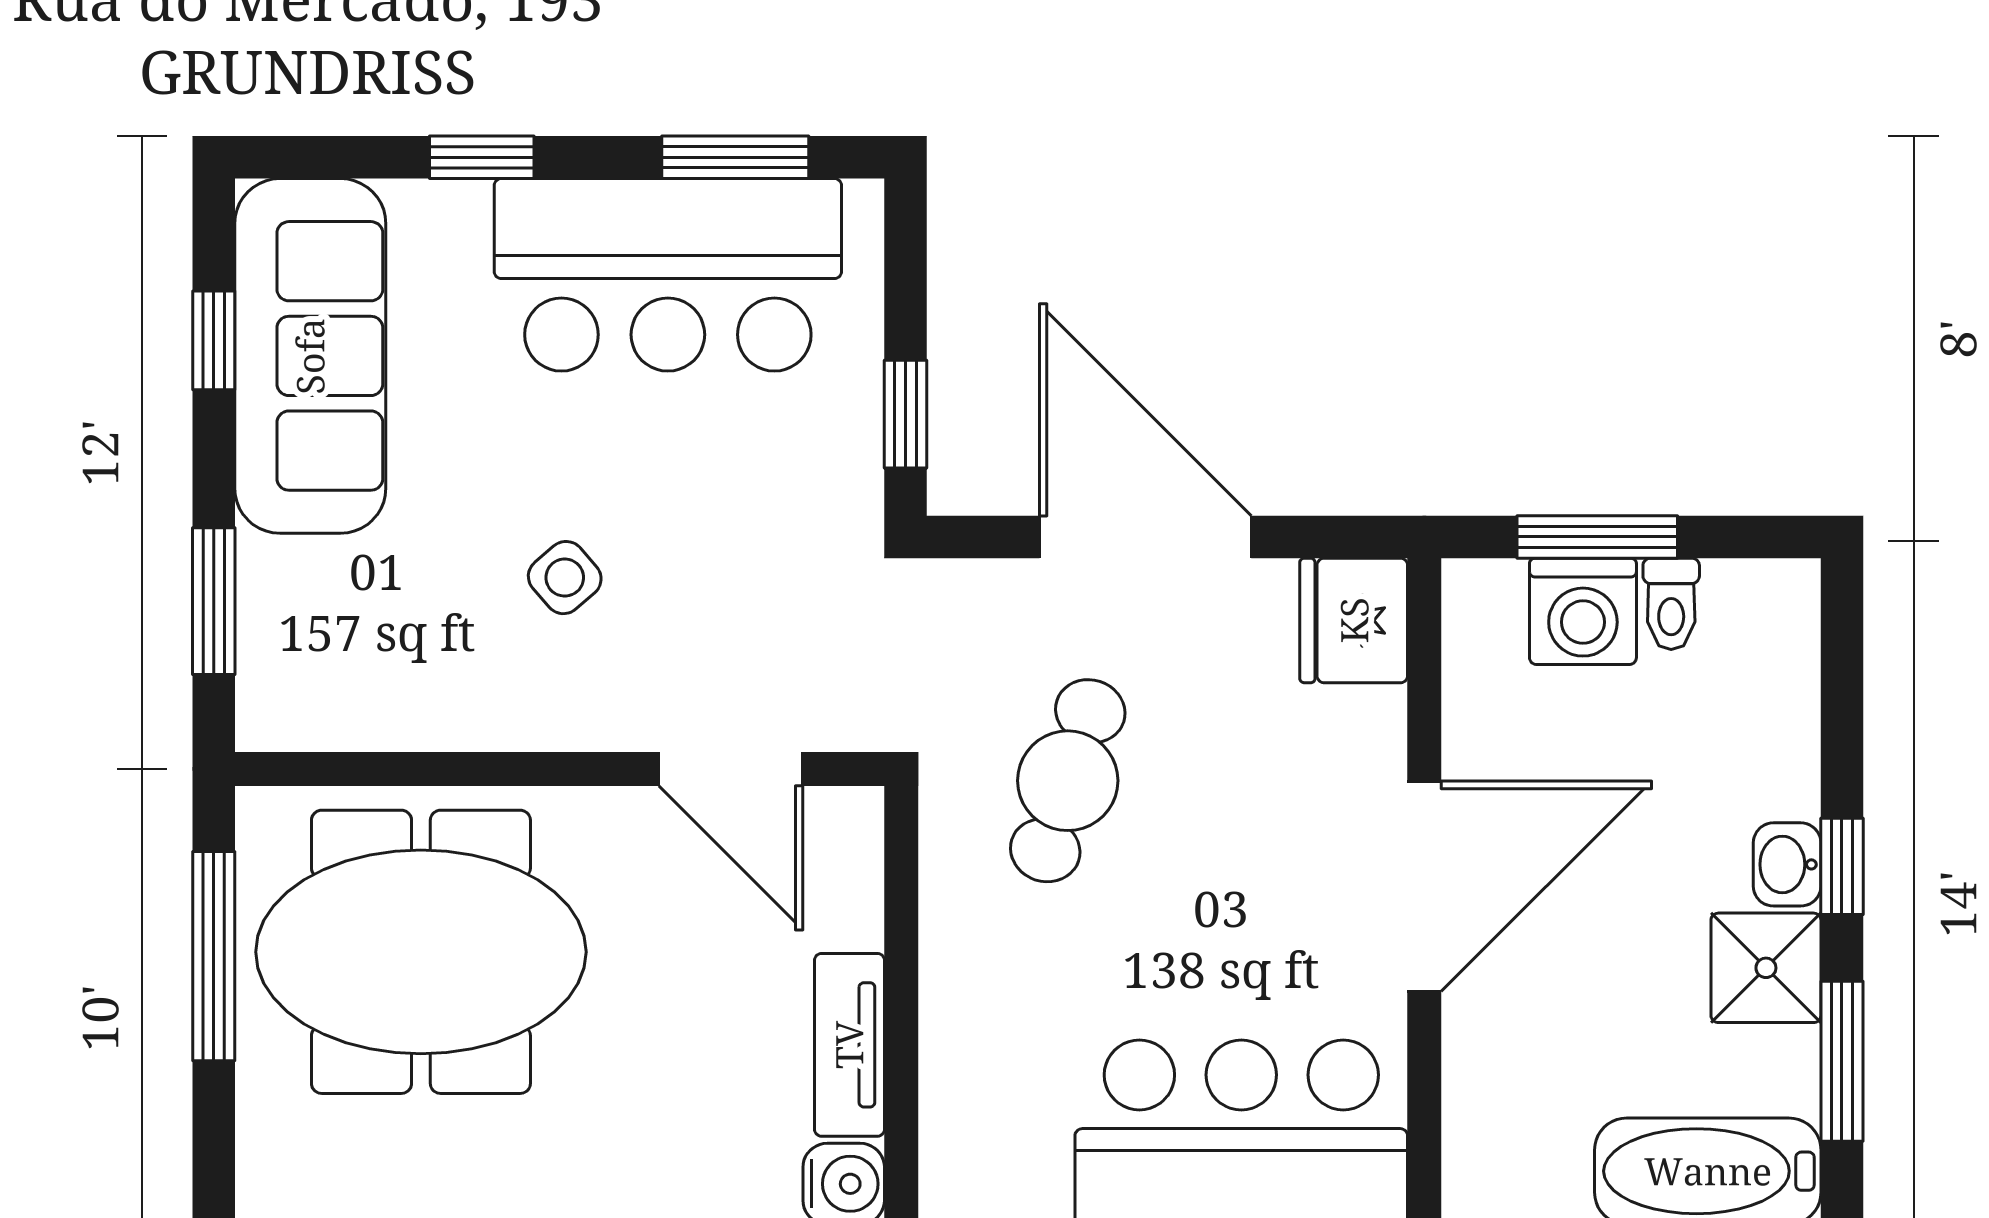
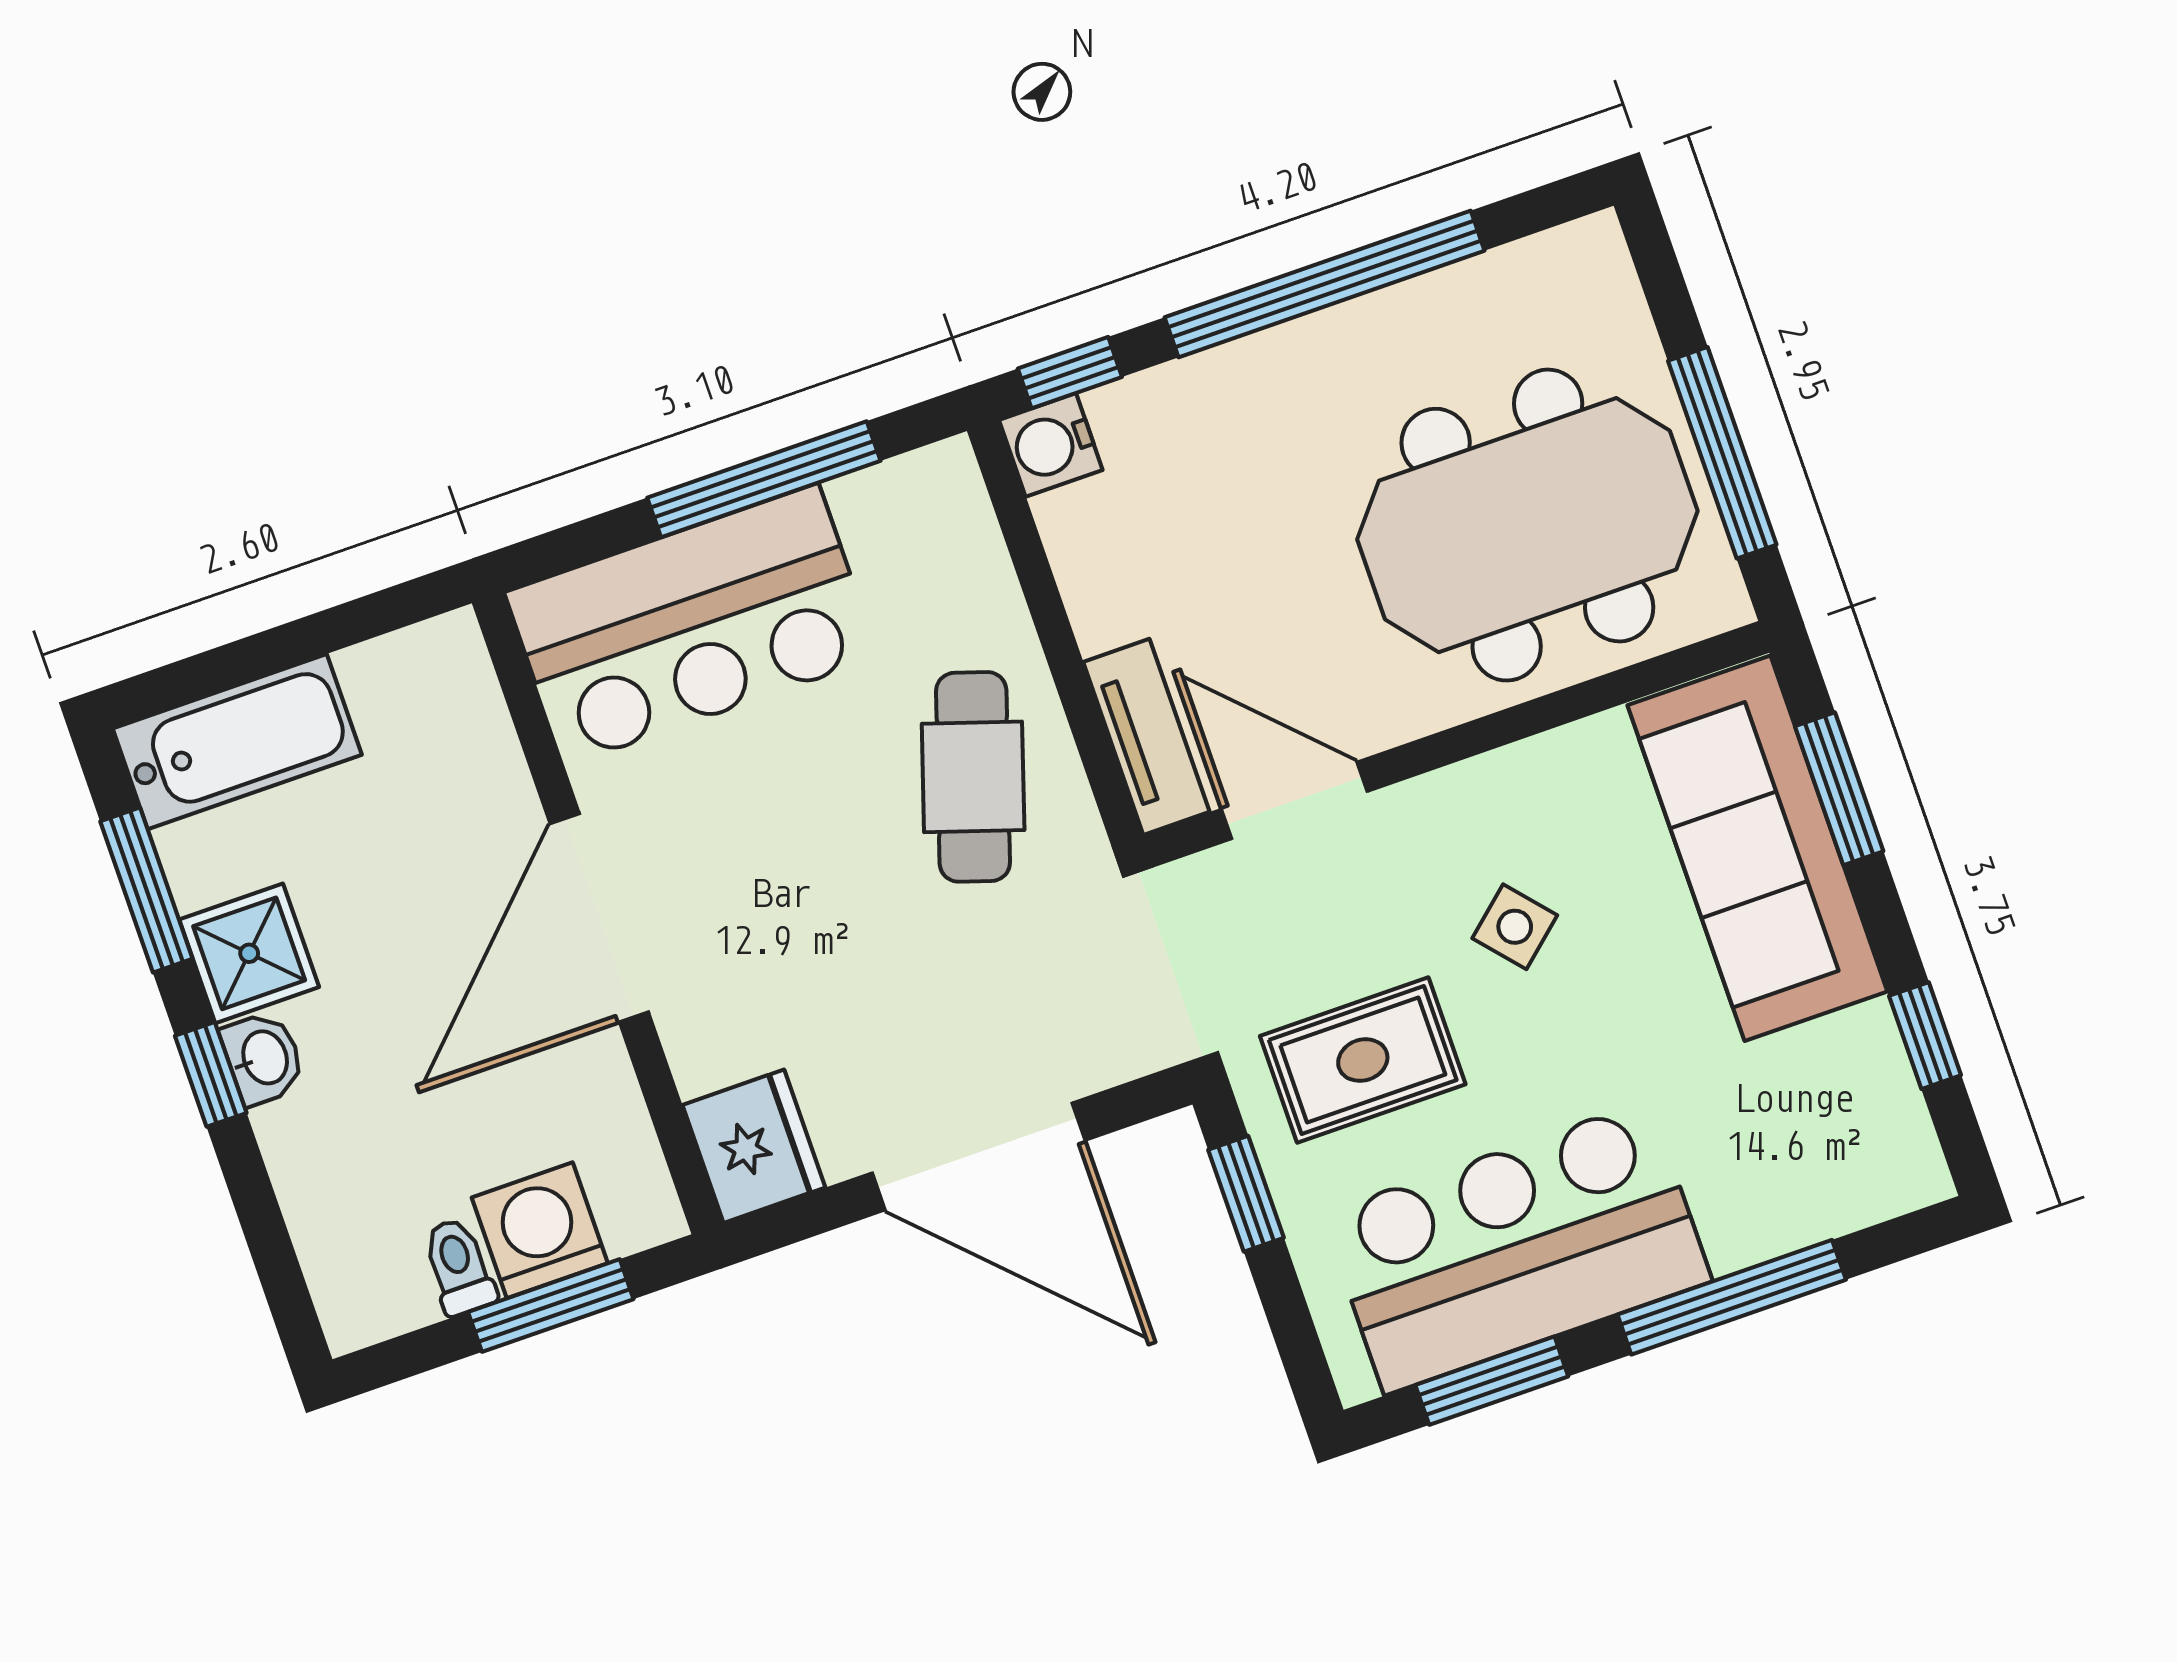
window: (482, 157) -> (1732, 1297), width x2.17
sofa: (310, 356) -> (1757, 848), moved
rug: (752, 502) -> (1363, 1060), added
cafe table: (1068, 781) -> (973, 777), moved
tv unit: (849, 1045) -> (1146, 737), moved

